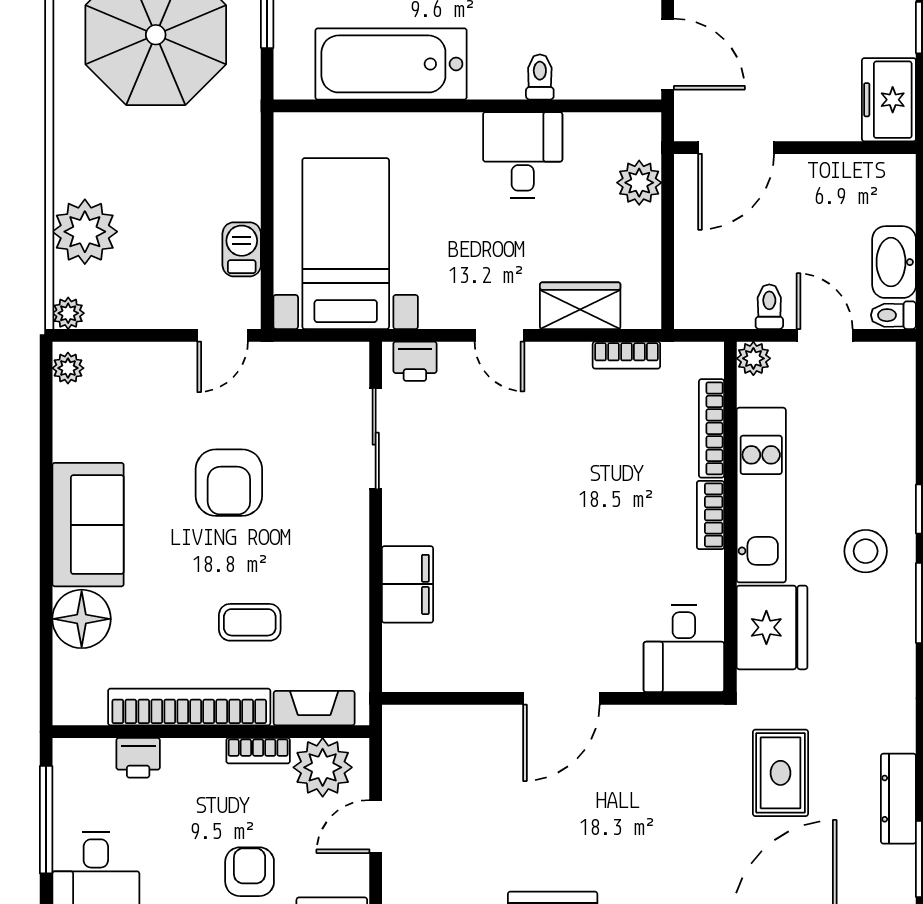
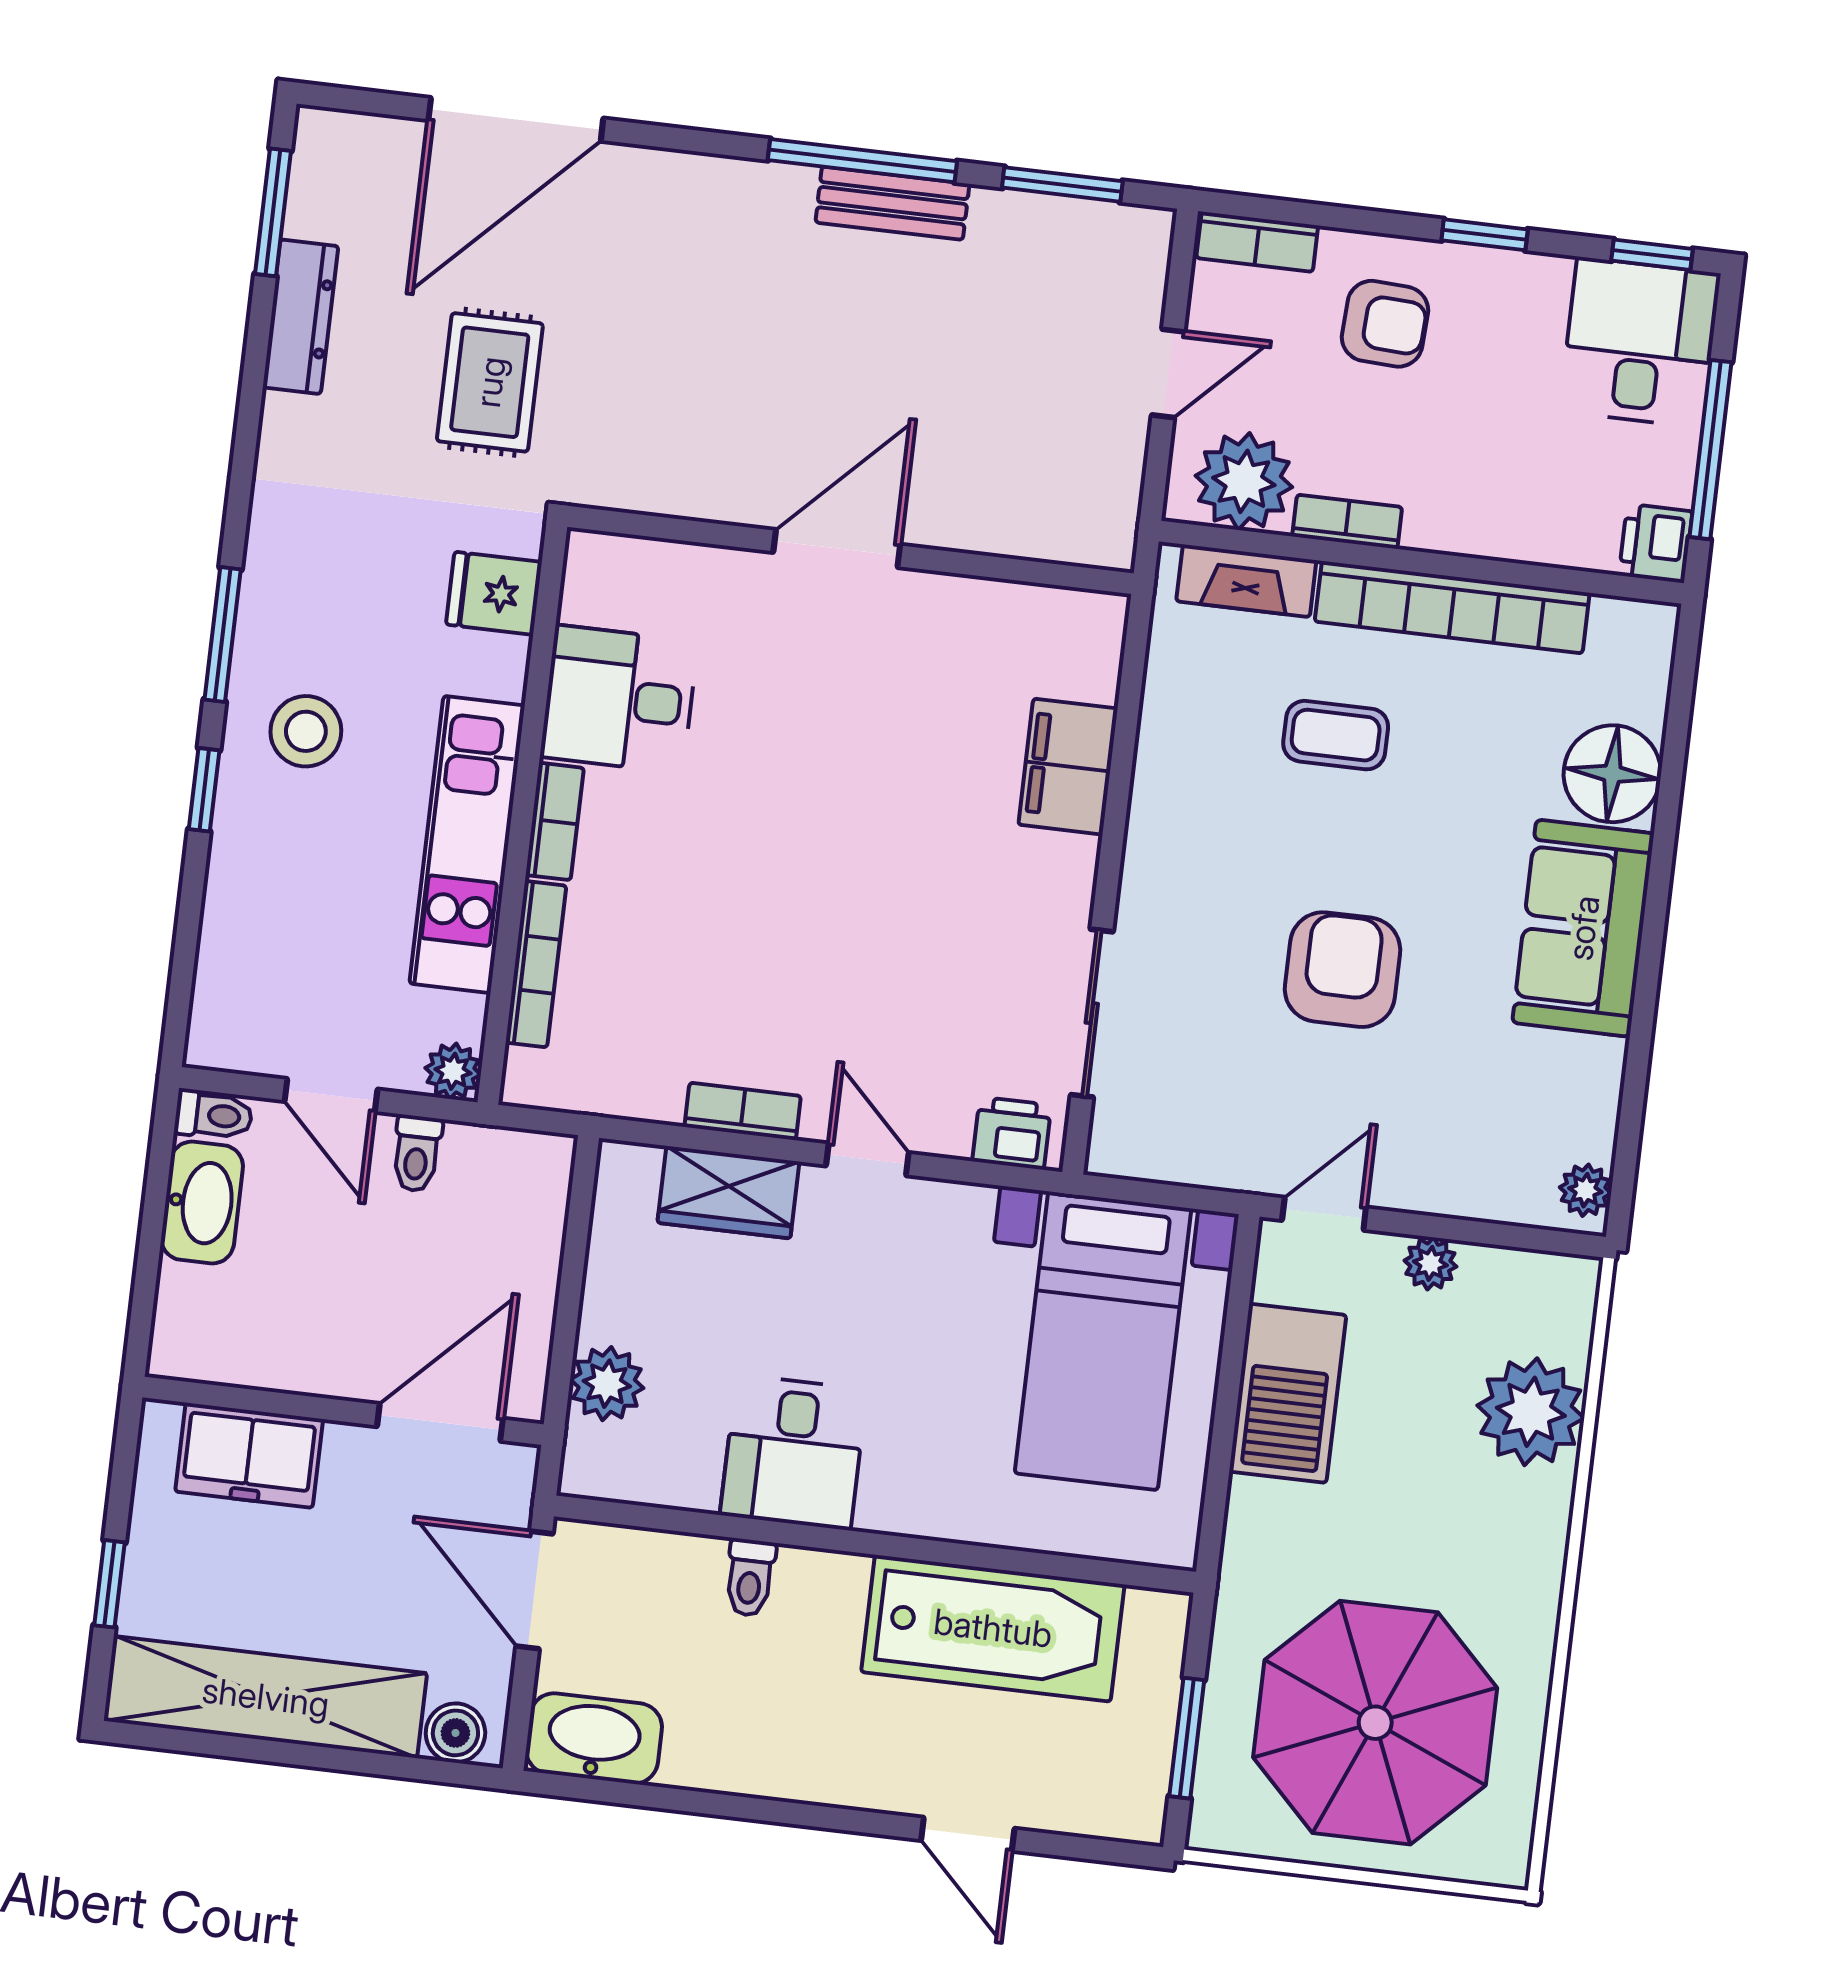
freezer: (889, 100) -> (249, 1455), moved, turned 90
barbecue: (242, 249) -> (1288, 1393), width x1.88, depth x1.53
plant: (68, 313) -> (1430, 1263), moved
bookcase: (626, 355) -> (743, 1111), moved
fridge: (772, 627) -> (494, 593), width x0.53, depth x0.75
desk: (684, 649) -> (619, 699), moved, turned -90
printer: (138, 758) -> (1656, 543), moved, turned -90
armchair: (250, 872) -> (1385, 324), turned -87

